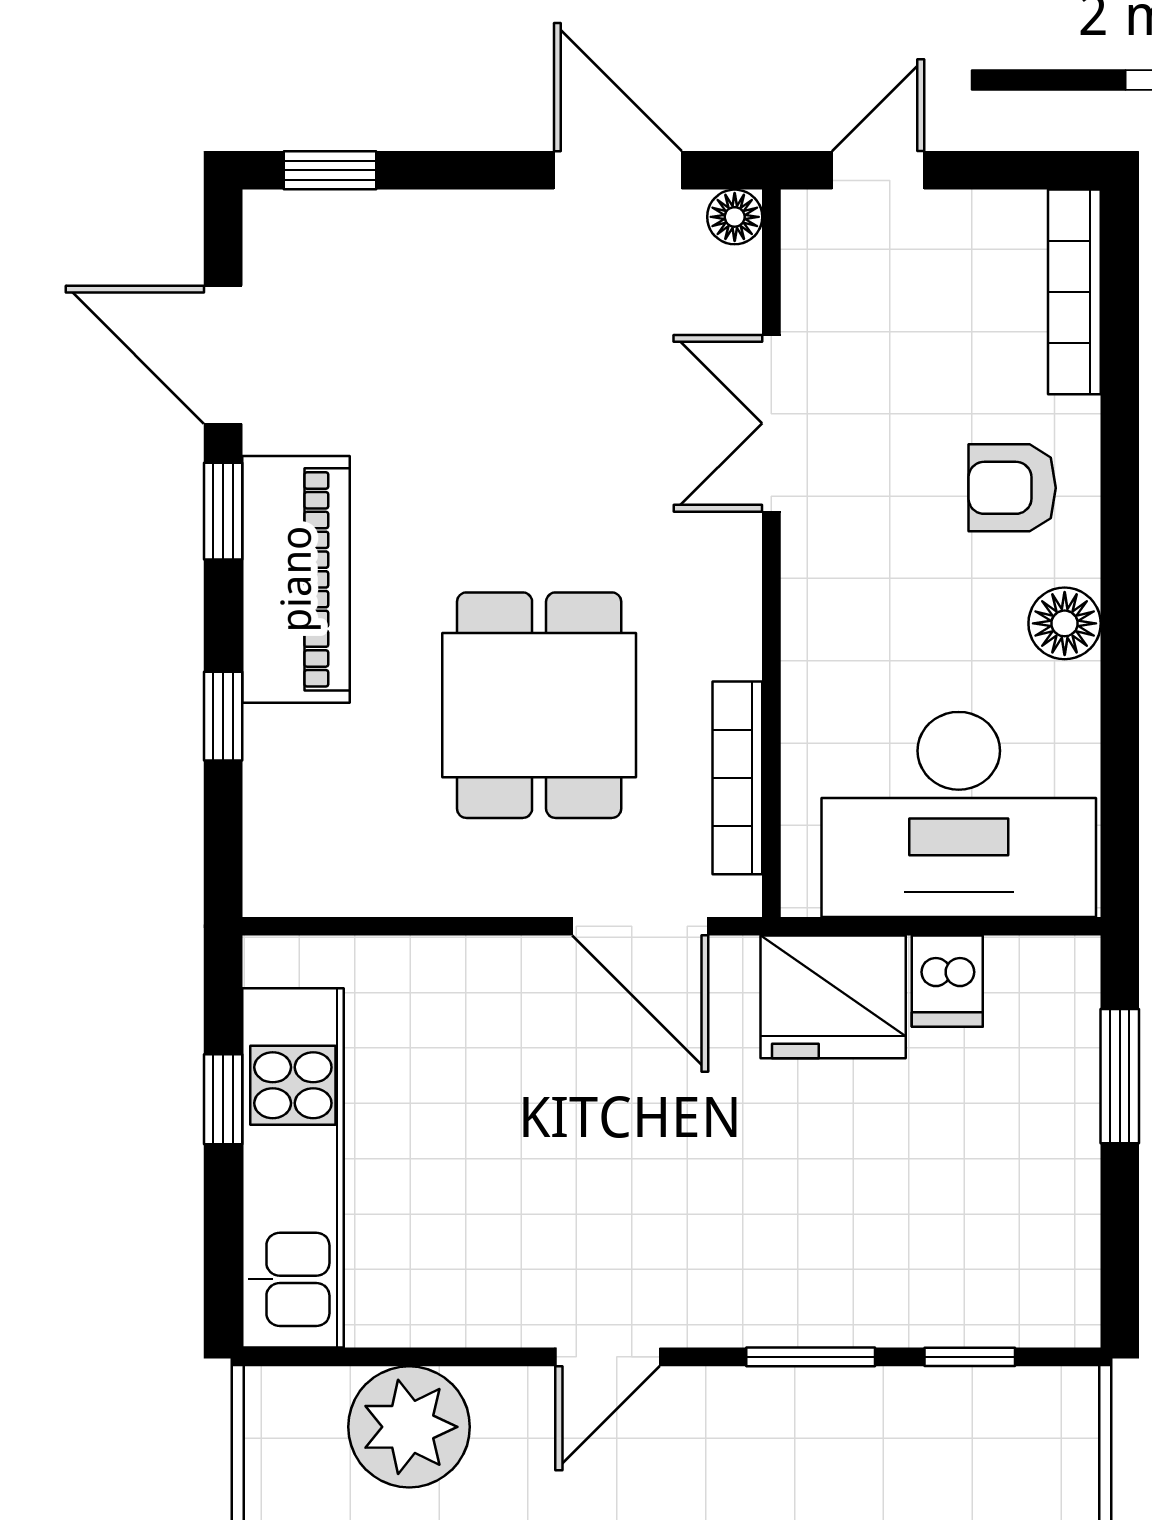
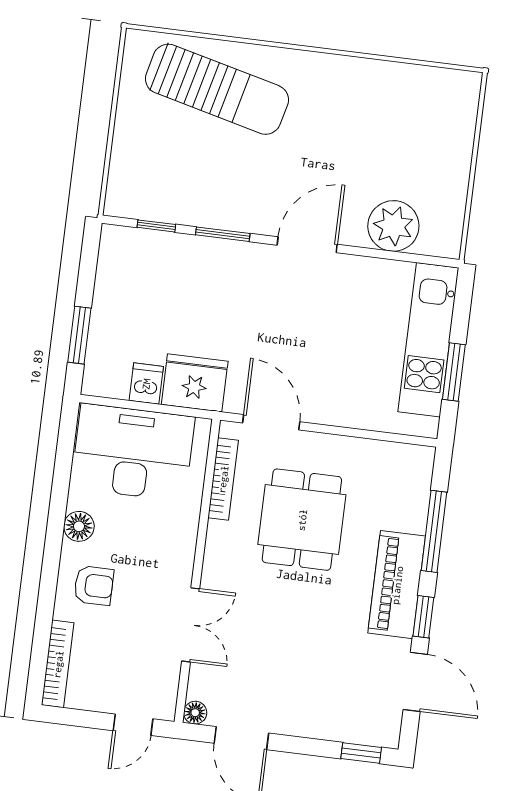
window: (223, 716) -> (434, 531), width x2.17
window: (223, 1099) -> (454, 372), width x1.50
door: (607, 1357) -> (307, 245), width x1.38

